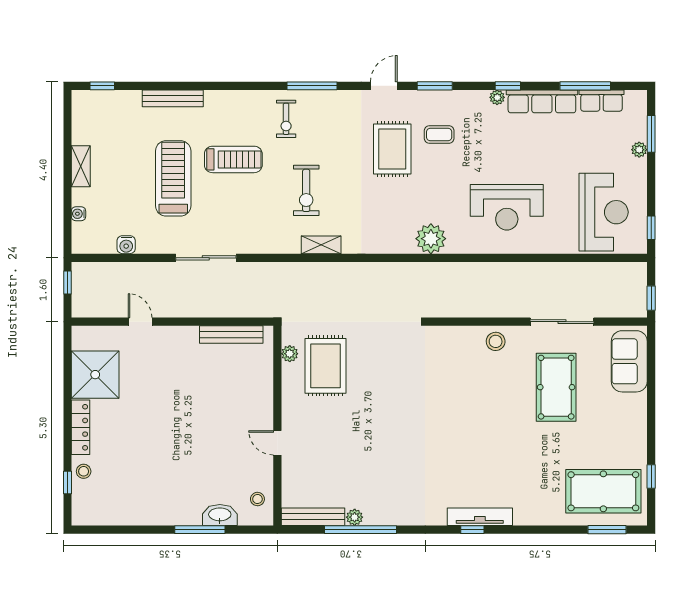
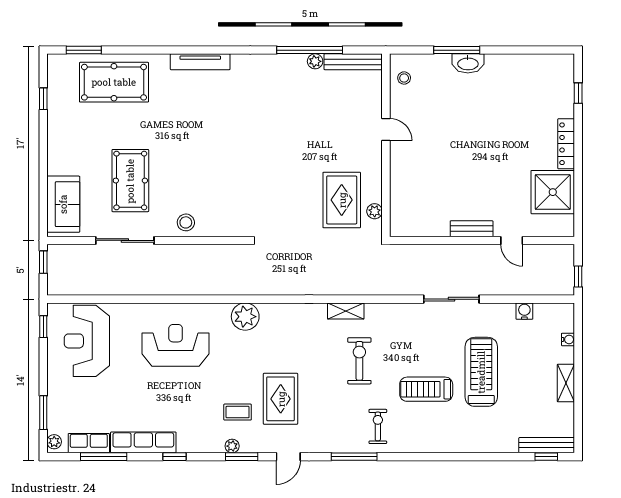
plant: (497, 97) -> (232, 446), moved
bench: (173, 98) -> (547, 445), moved
plant: (639, 150) -> (54, 442), moved
treadmill: (173, 178) -> (481, 372), turned 180
bench: (231, 335) -> (472, 229), moved, width x0.73
stool: (84, 471) -> (563, 103), removed
pool table: (603, 491) -> (114, 82), moved
washbasin: (220, 515) -> (468, 63), moved
window: (472, 530) -> (207, 50), removed

